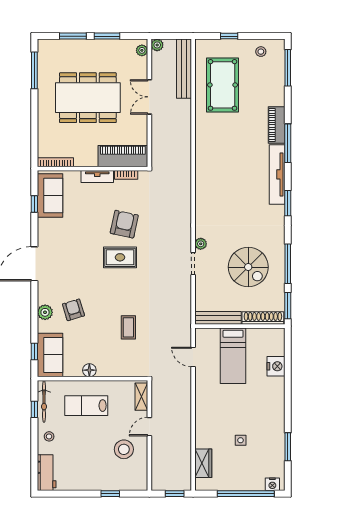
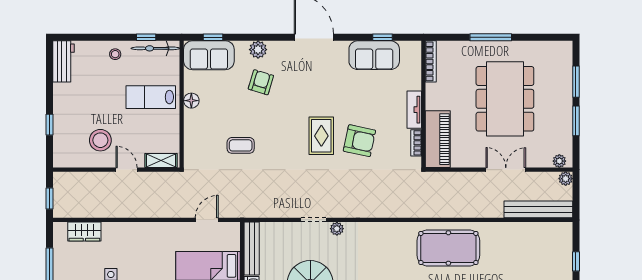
window: (34, 70) -> (491, 37), moved
pool table: (223, 85) -> (448, 248), moved
sofa: (50, 195) -> (374, 55), moved
armchair: (73, 310) -> (261, 82), turned -56
lab bench: (86, 406) -> (151, 97), turned -90
workbench: (47, 473) -> (63, 61), moved, turned -90

